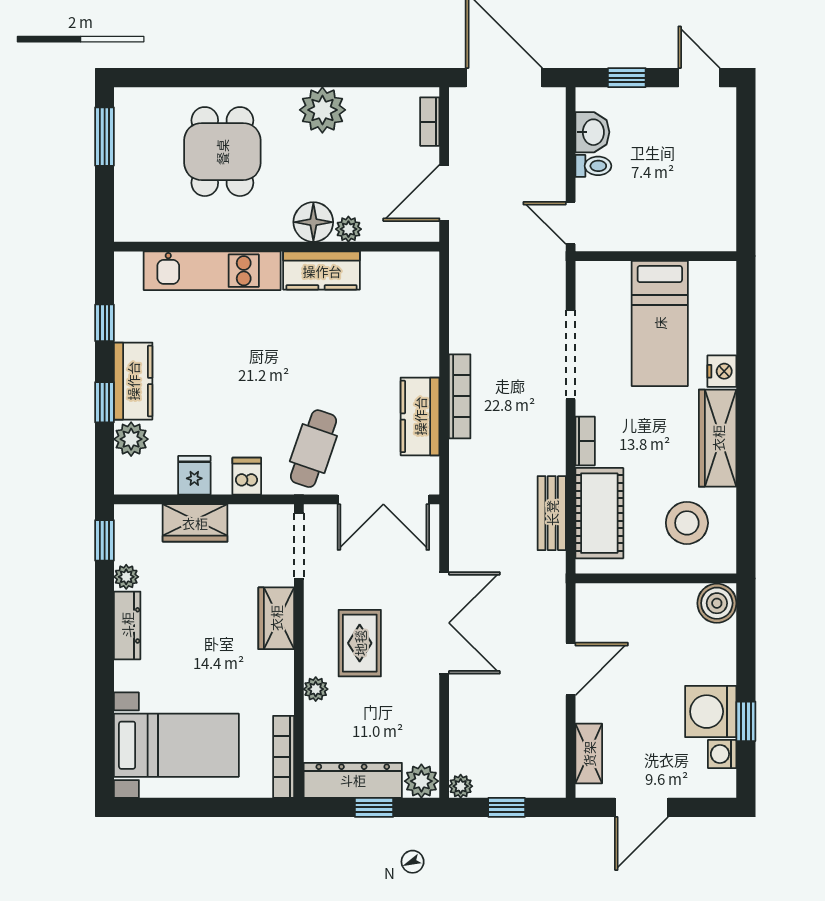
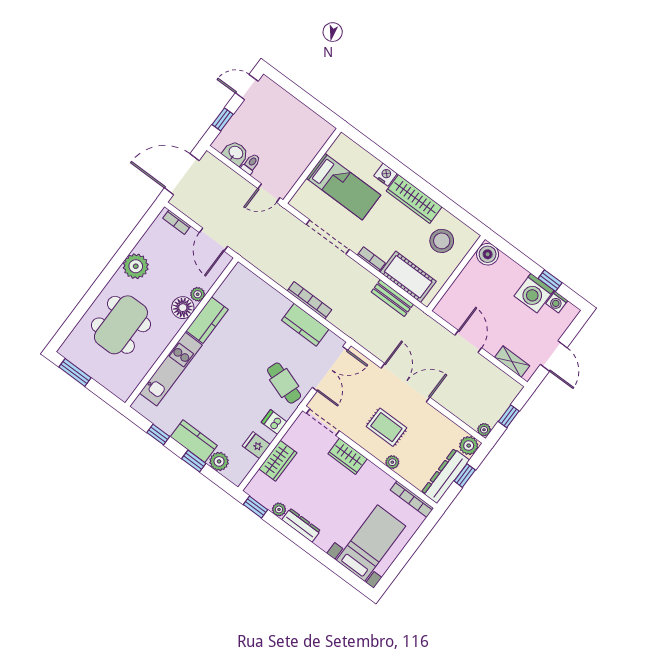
dining table: (222, 152) -> (121, 325), width x1.38

